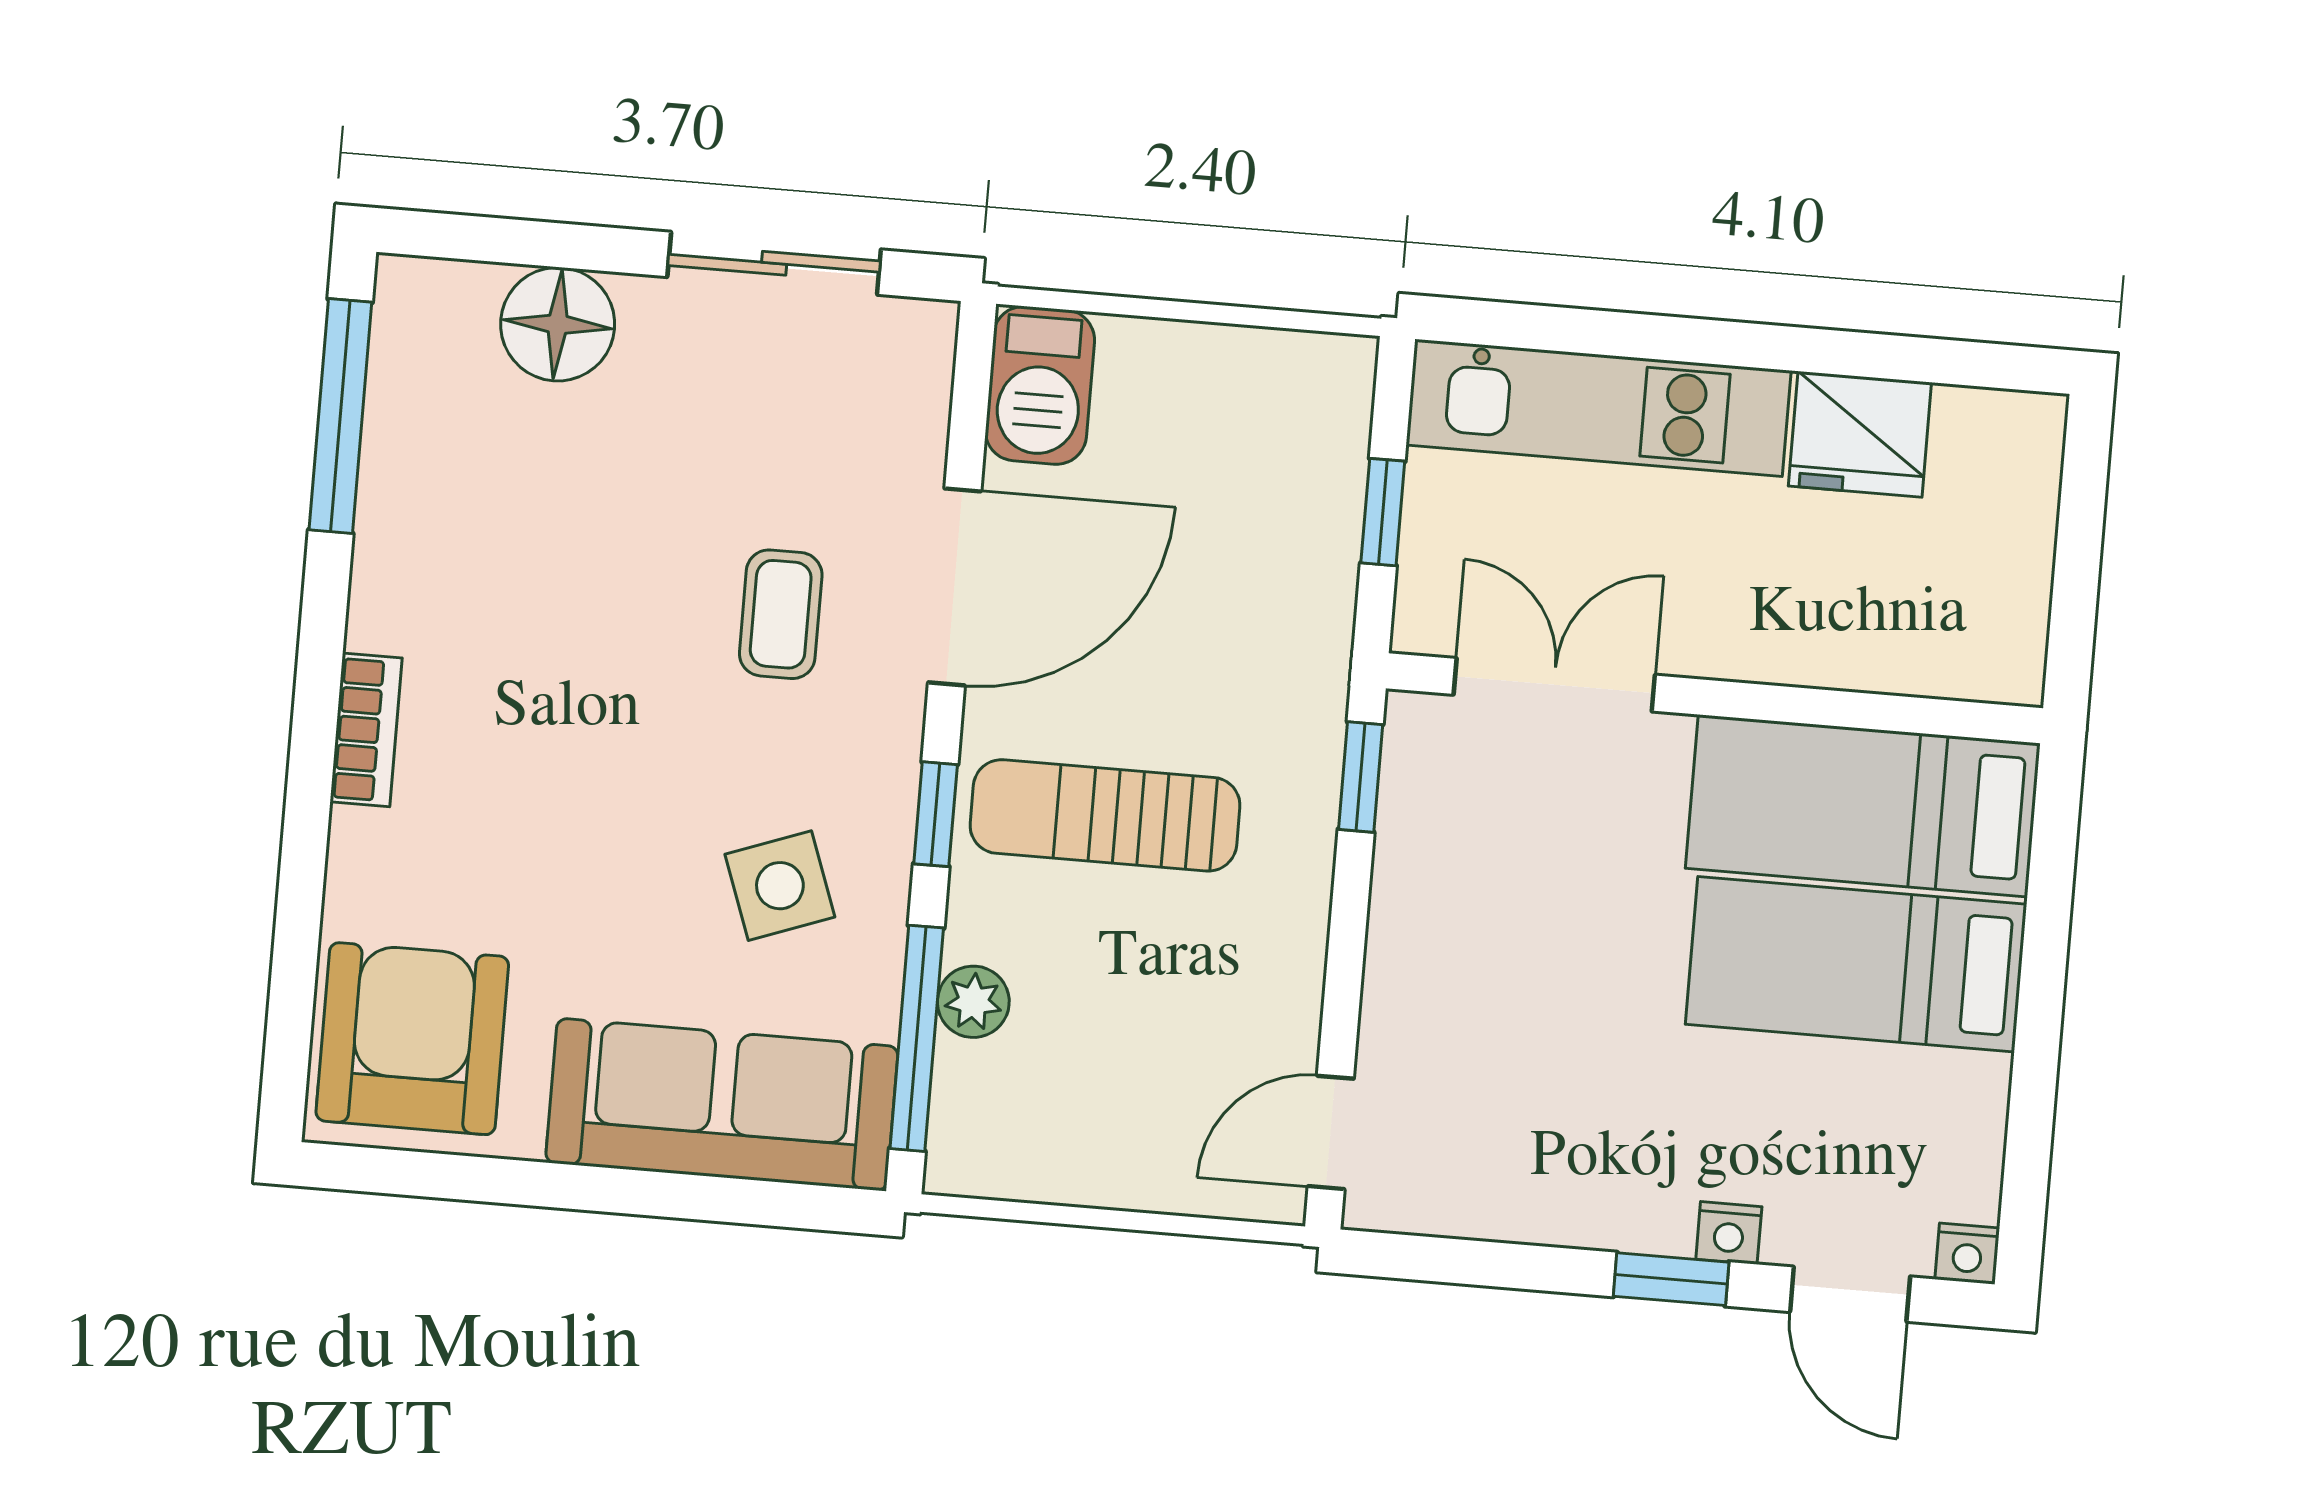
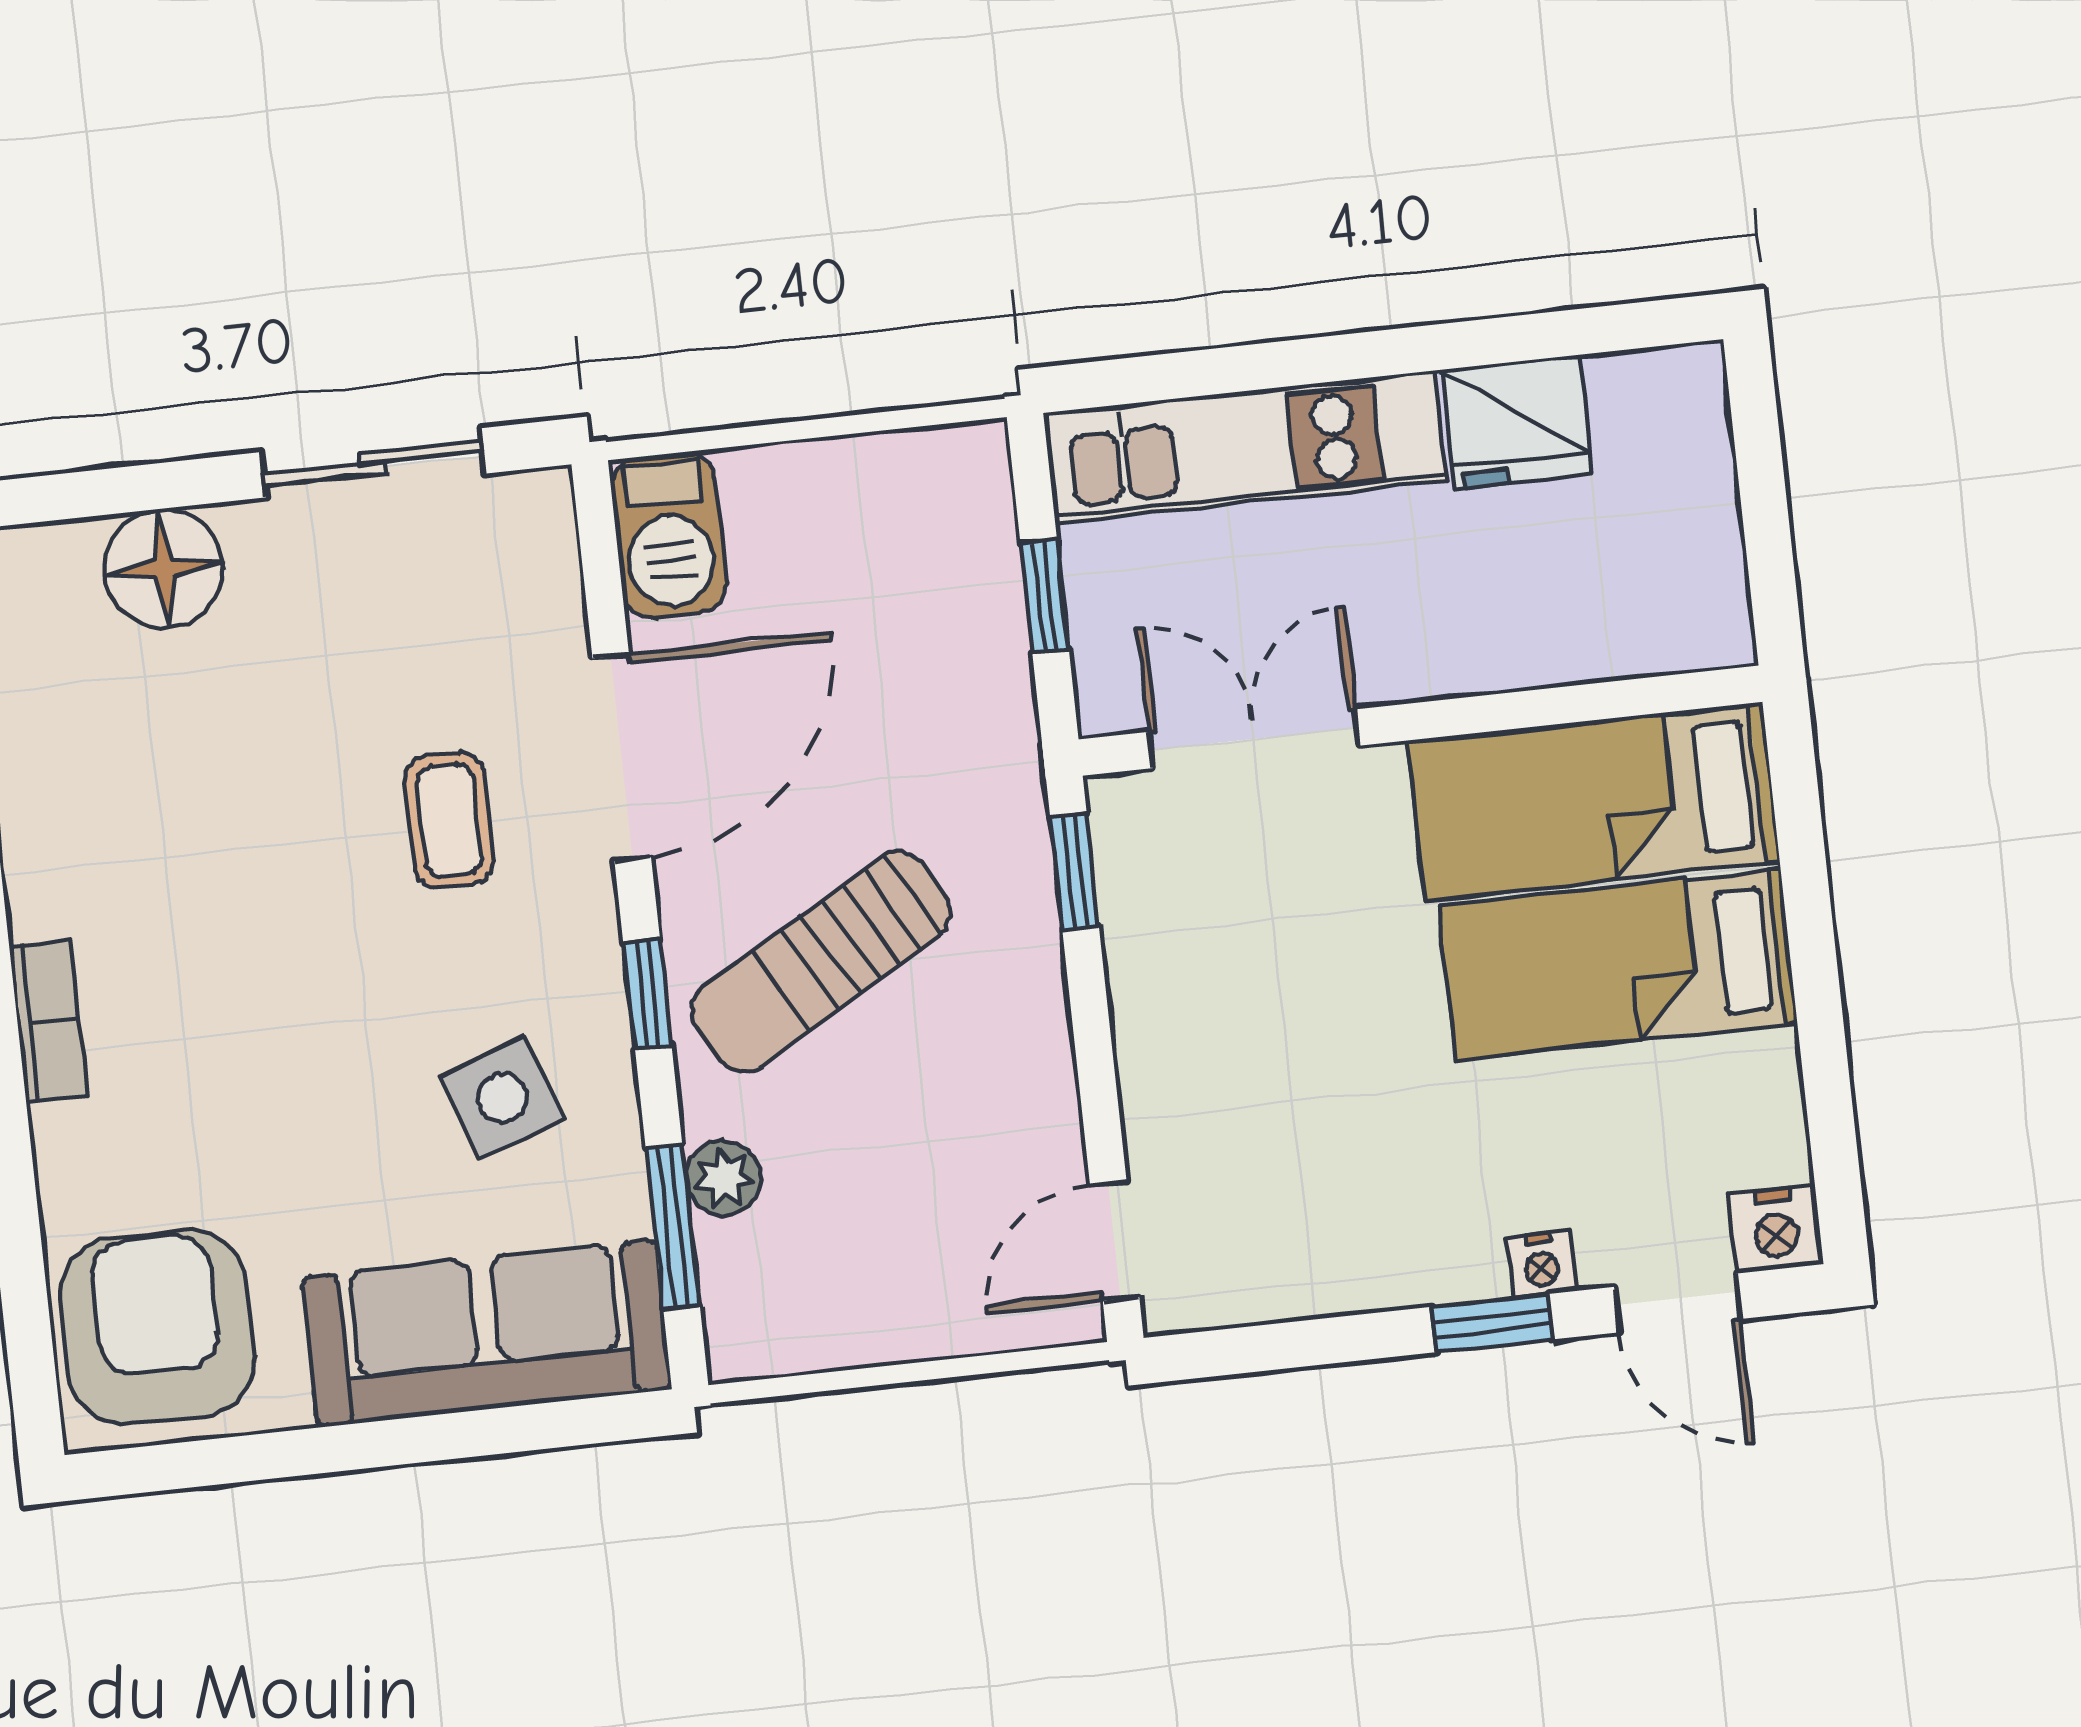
sun lounger: (1105, 815) -> (821, 962), turned -30
window: (917, 1038) -> (673, 1227), width x0.69
nightstand: (1967, 1254) -> (1776, 1229), width x1.39, depth x1.35

